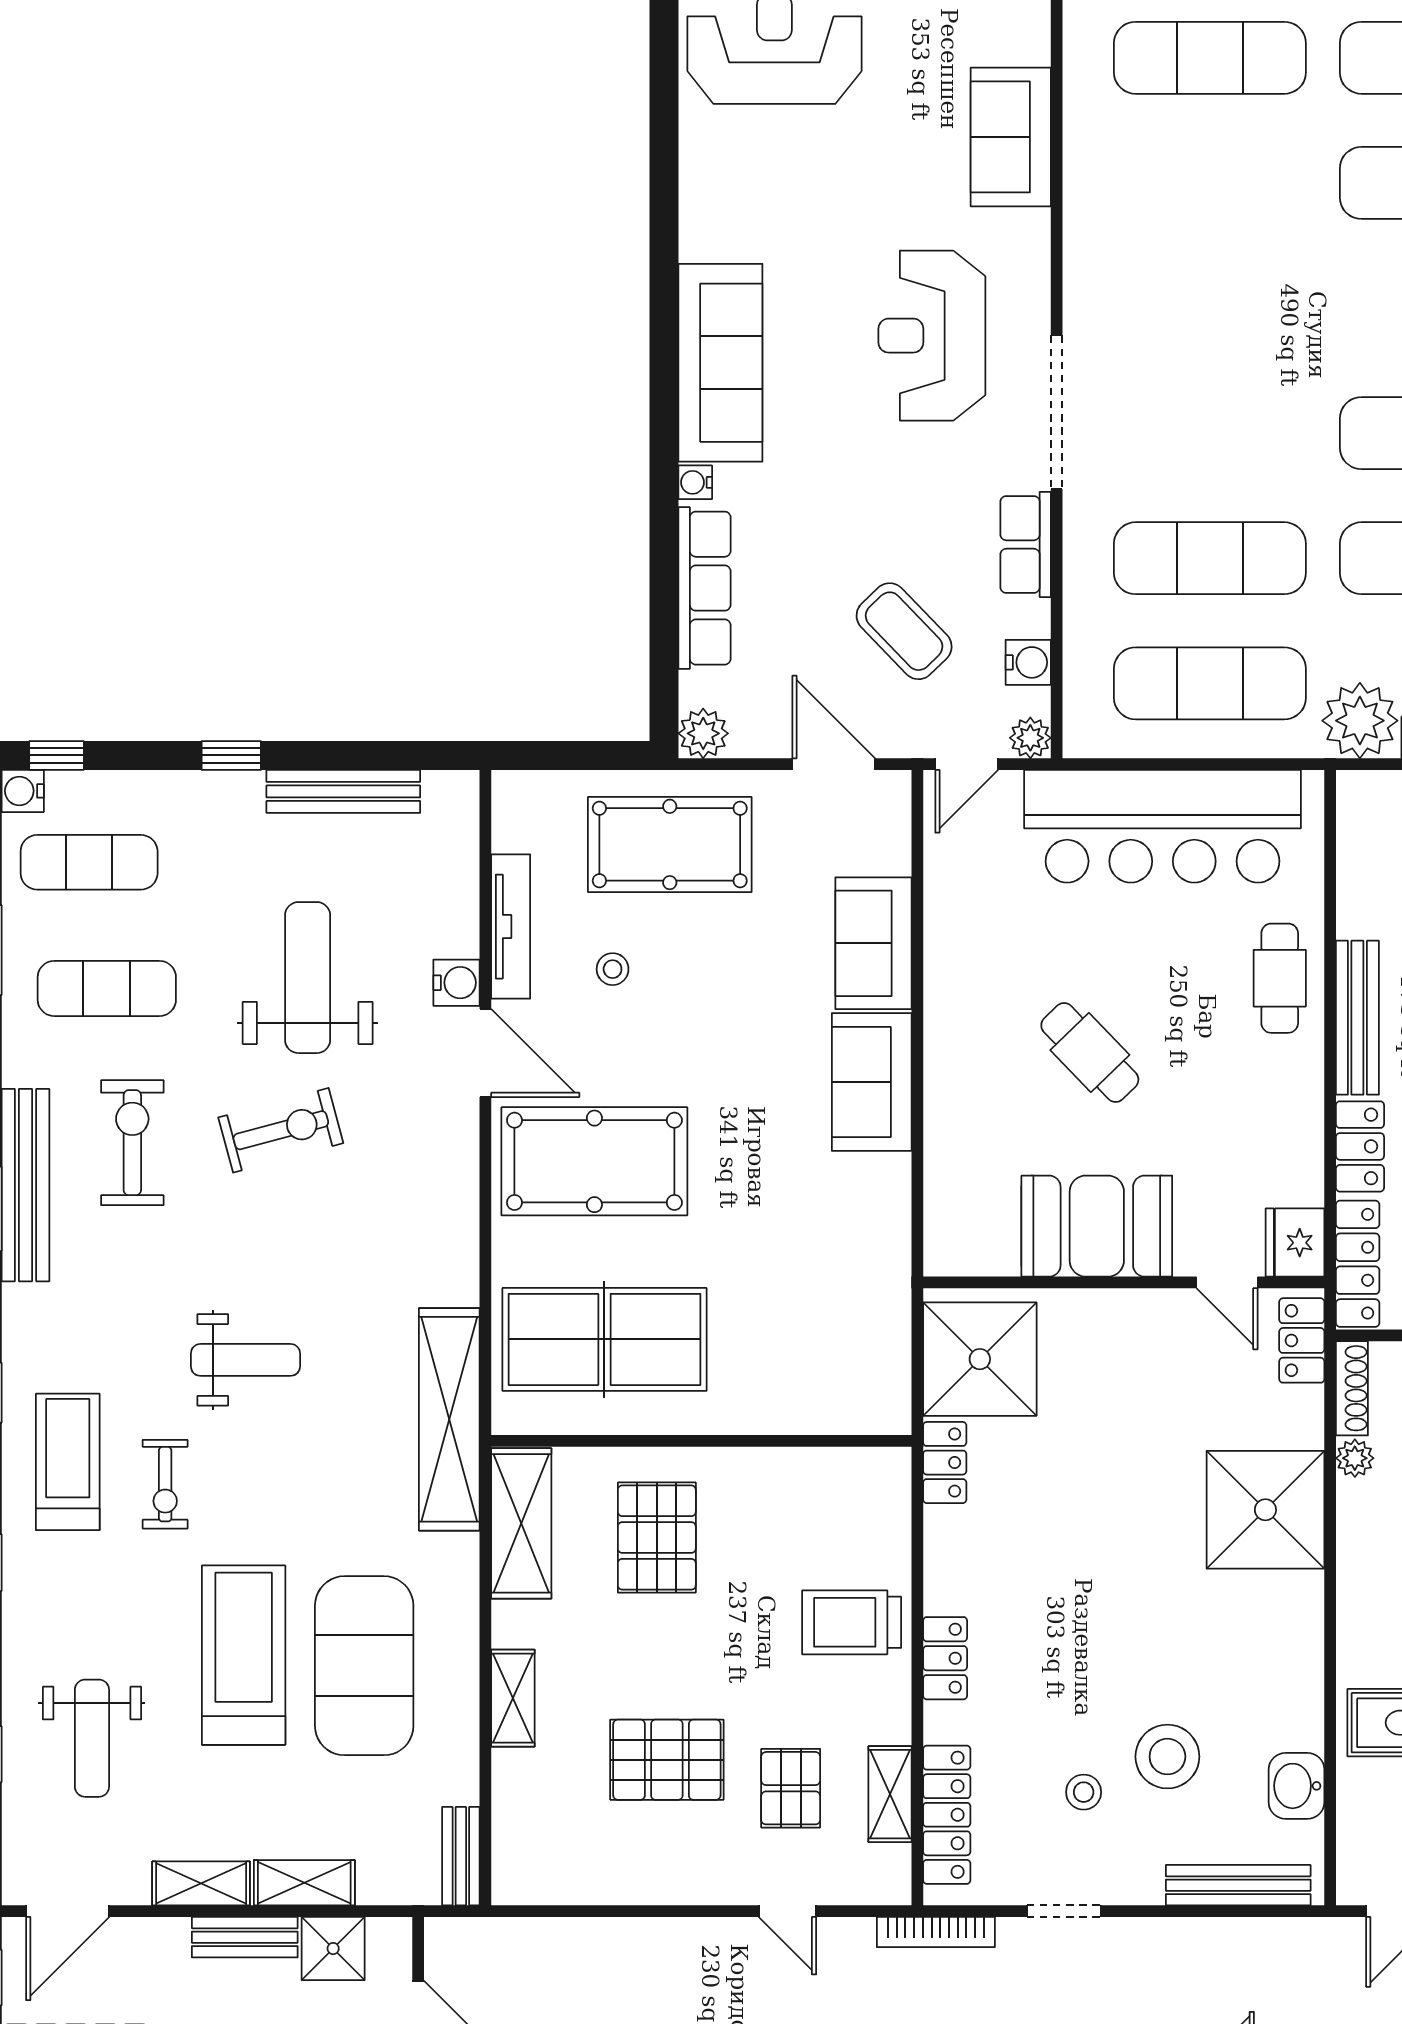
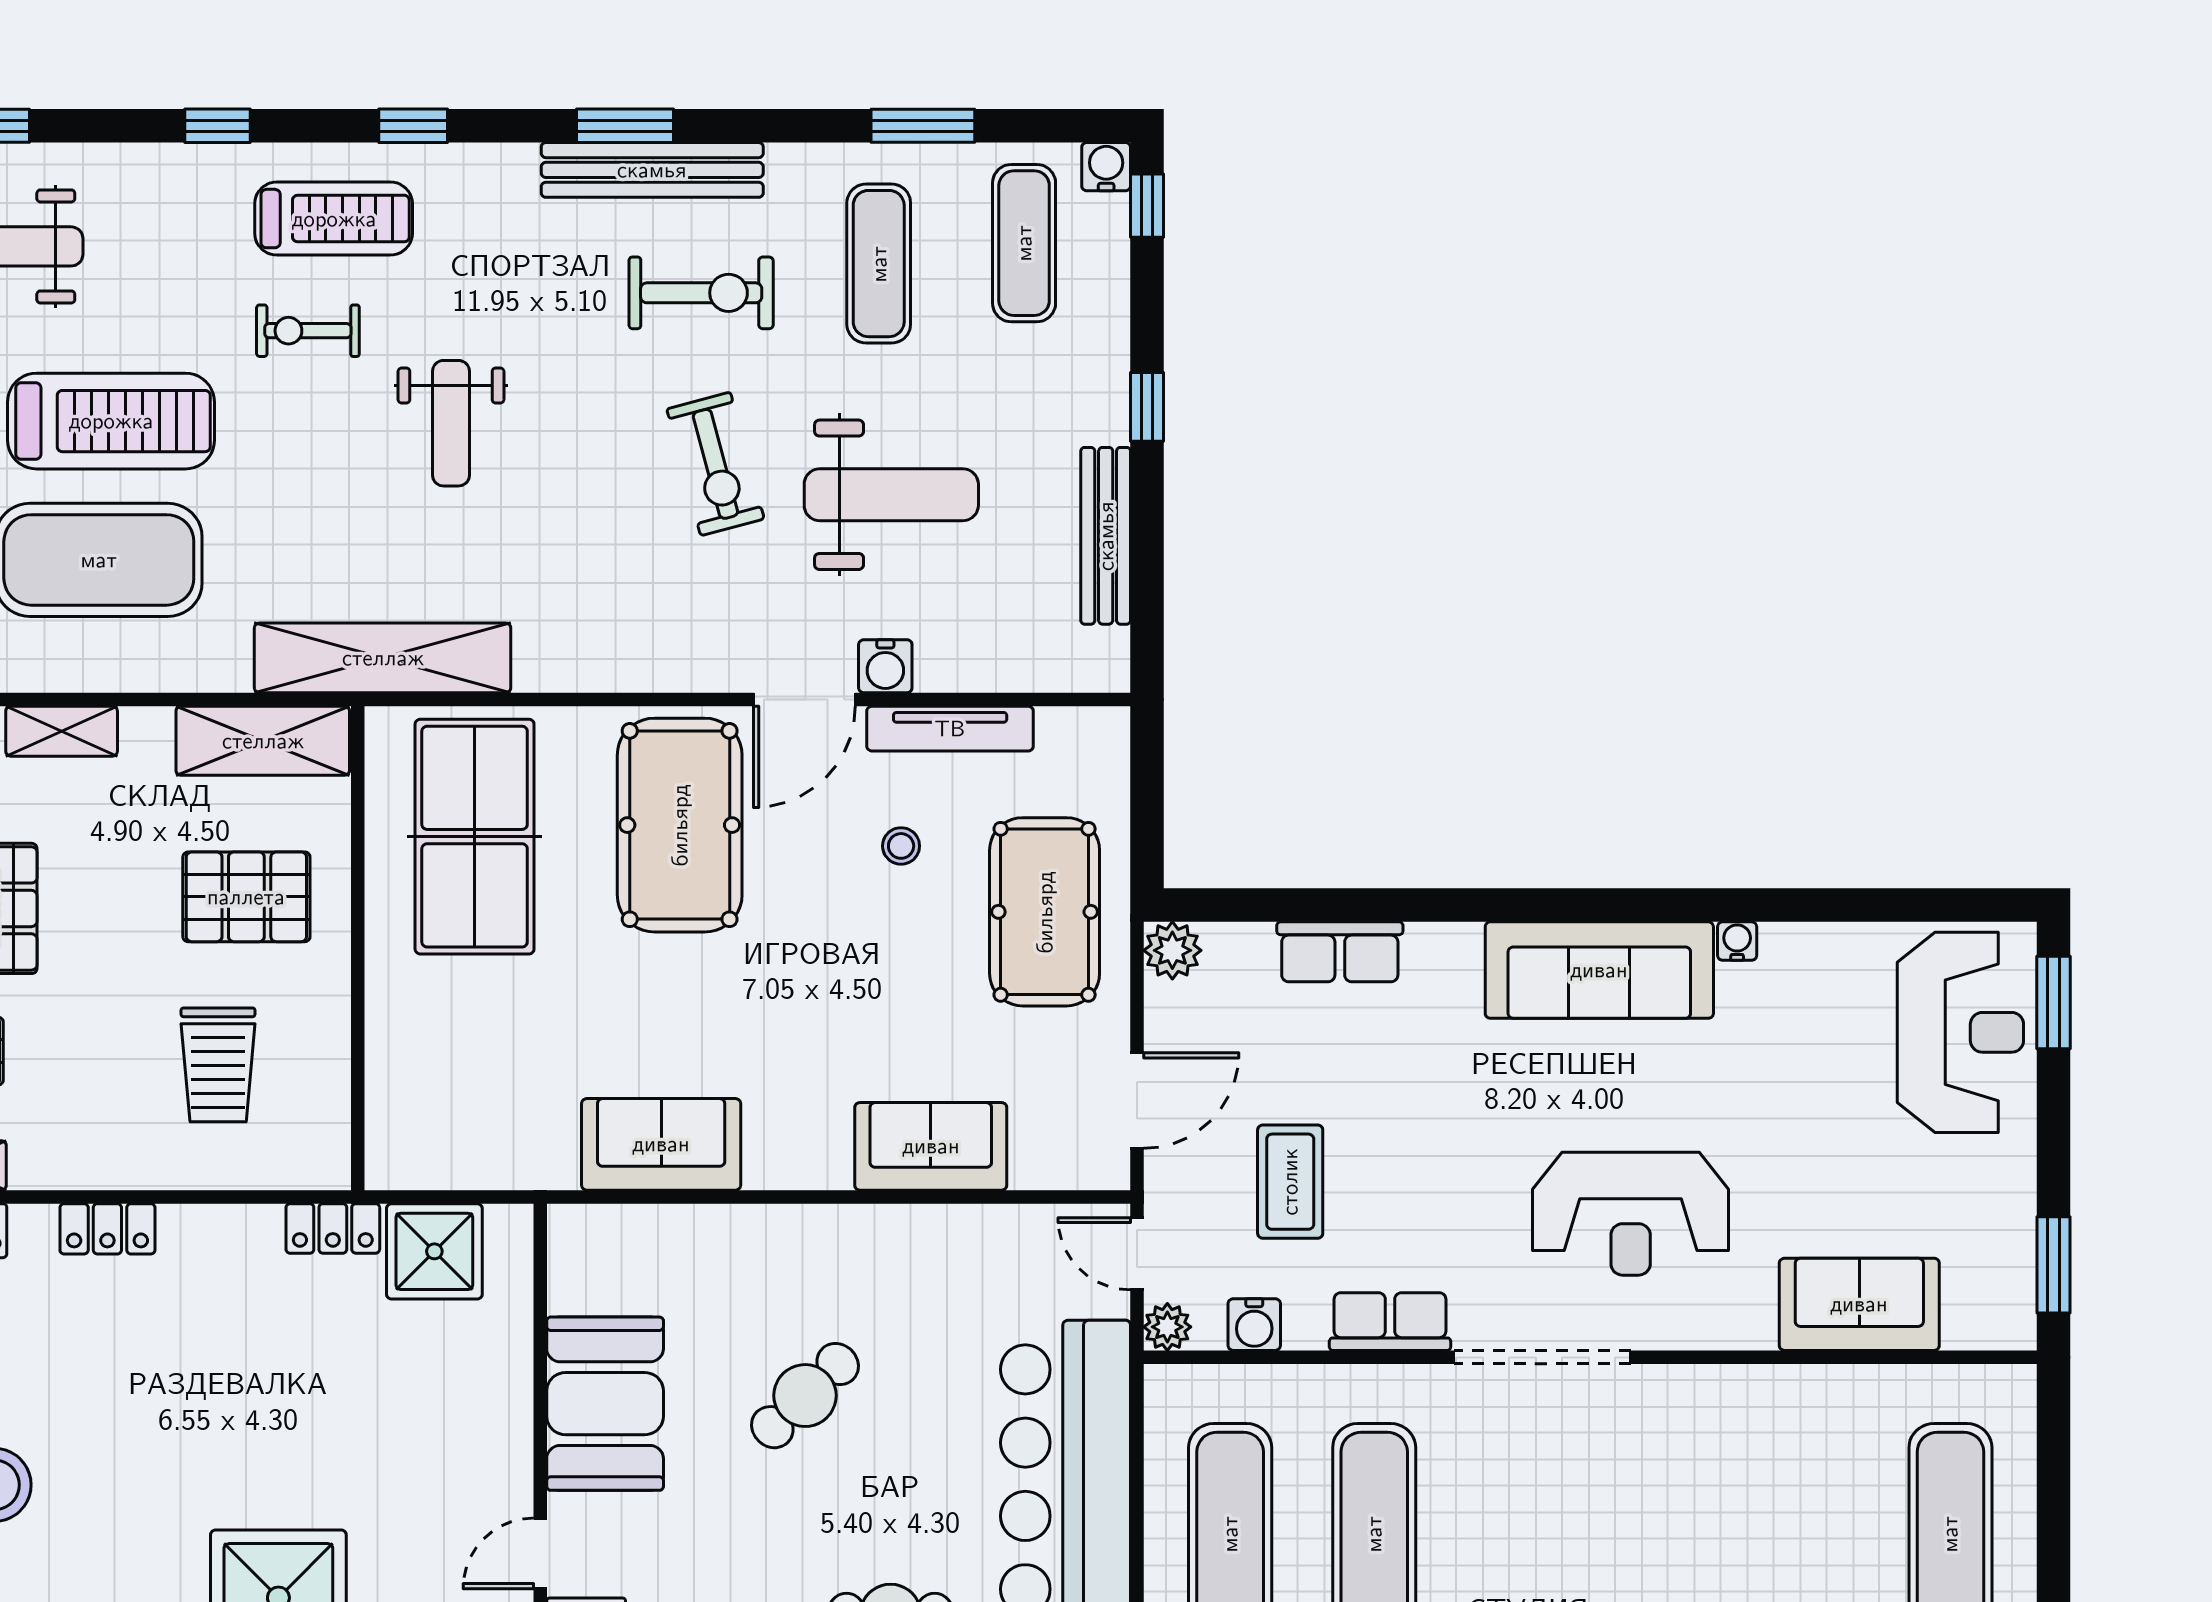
reception desk: (932, 336) -> (1631, 1214), turned 180
water cooler: (695, 482) -> (1737, 941), moved
row of seats: (704, 588) -> (1340, 952), width x0.68
coffee table: (904, 631) -> (1290, 1182), turned -46
sofa: (872, 1082) -> (661, 1144), moved
shower: (980, 1359) -> (434, 1251), width x0.73, depth x0.73
trolley: (852, 1622) -> (218, 1065), moved, turned 180

